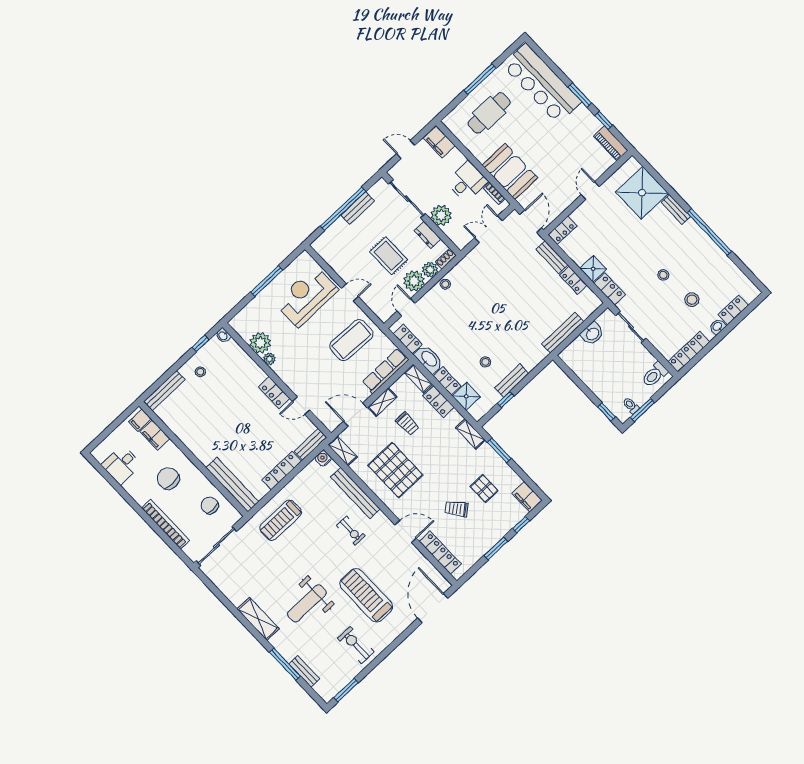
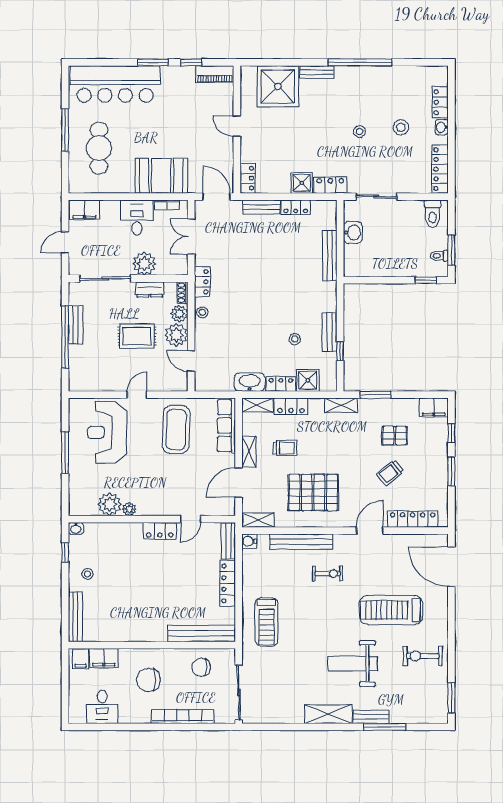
locker: (408, 339) -> (202, 282), moved, turned 90
weight bench: (307, 603) -> (353, 664), turned 90
bench: (304, 671) -> (371, 717), moved

